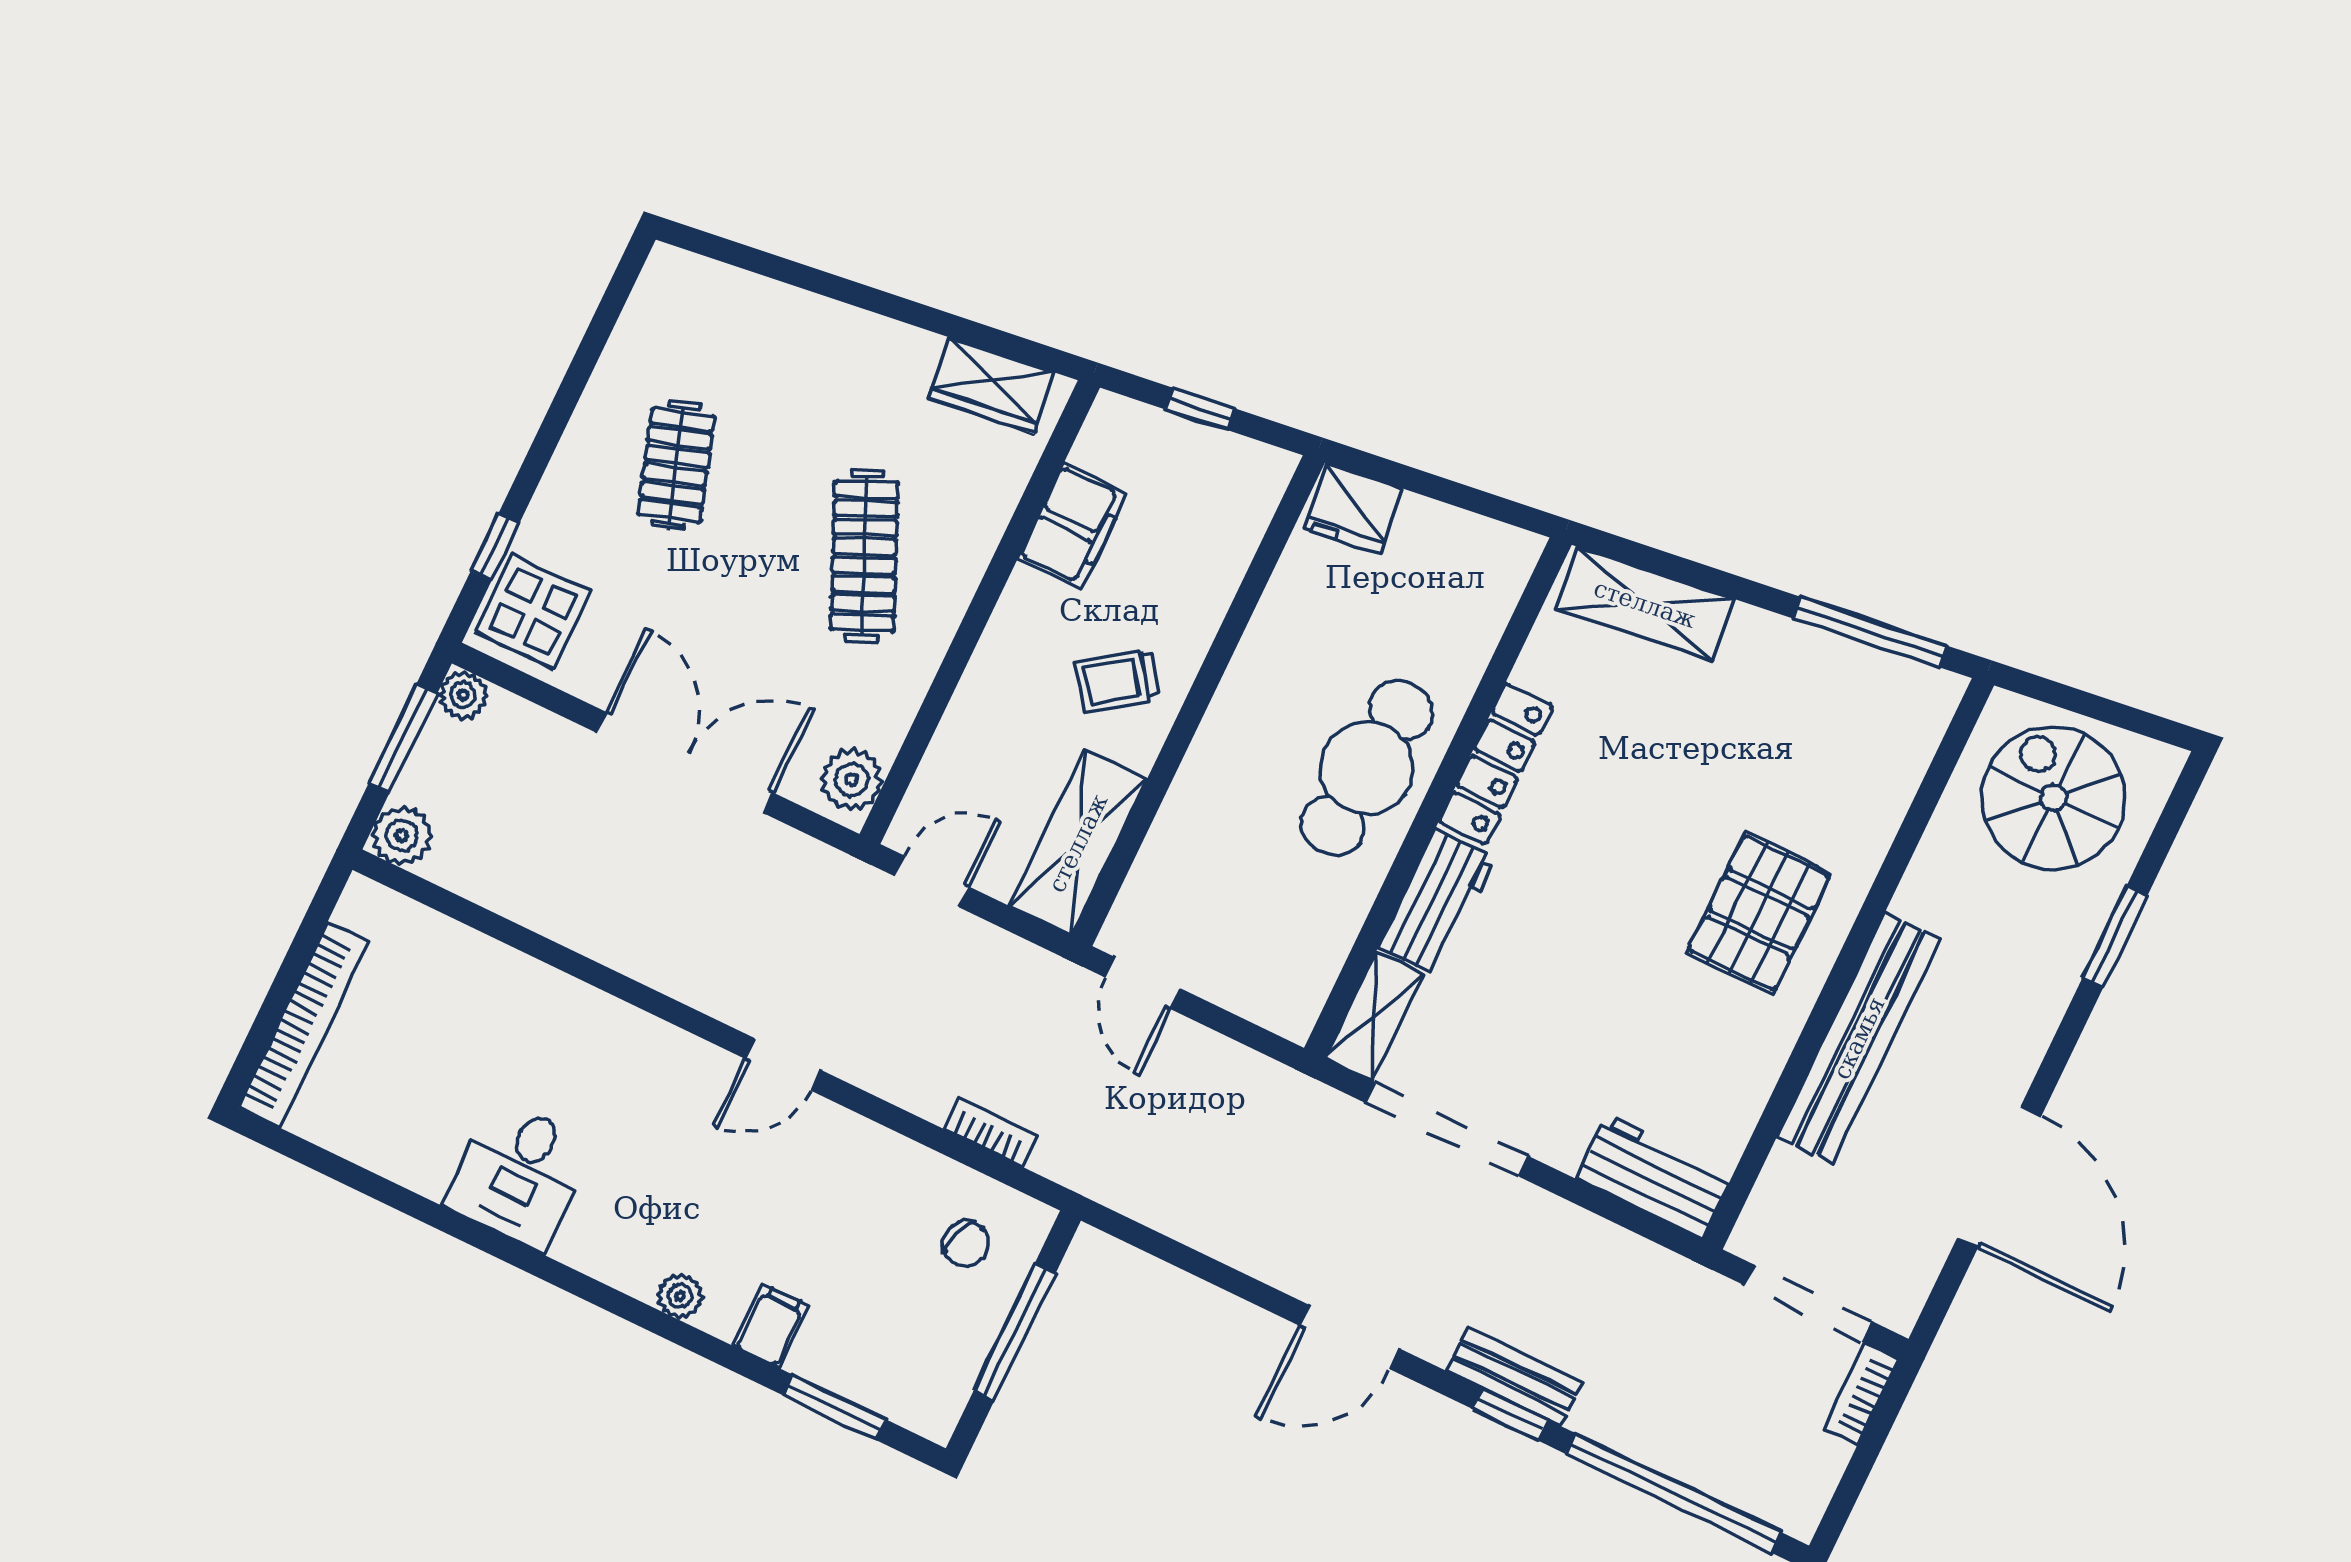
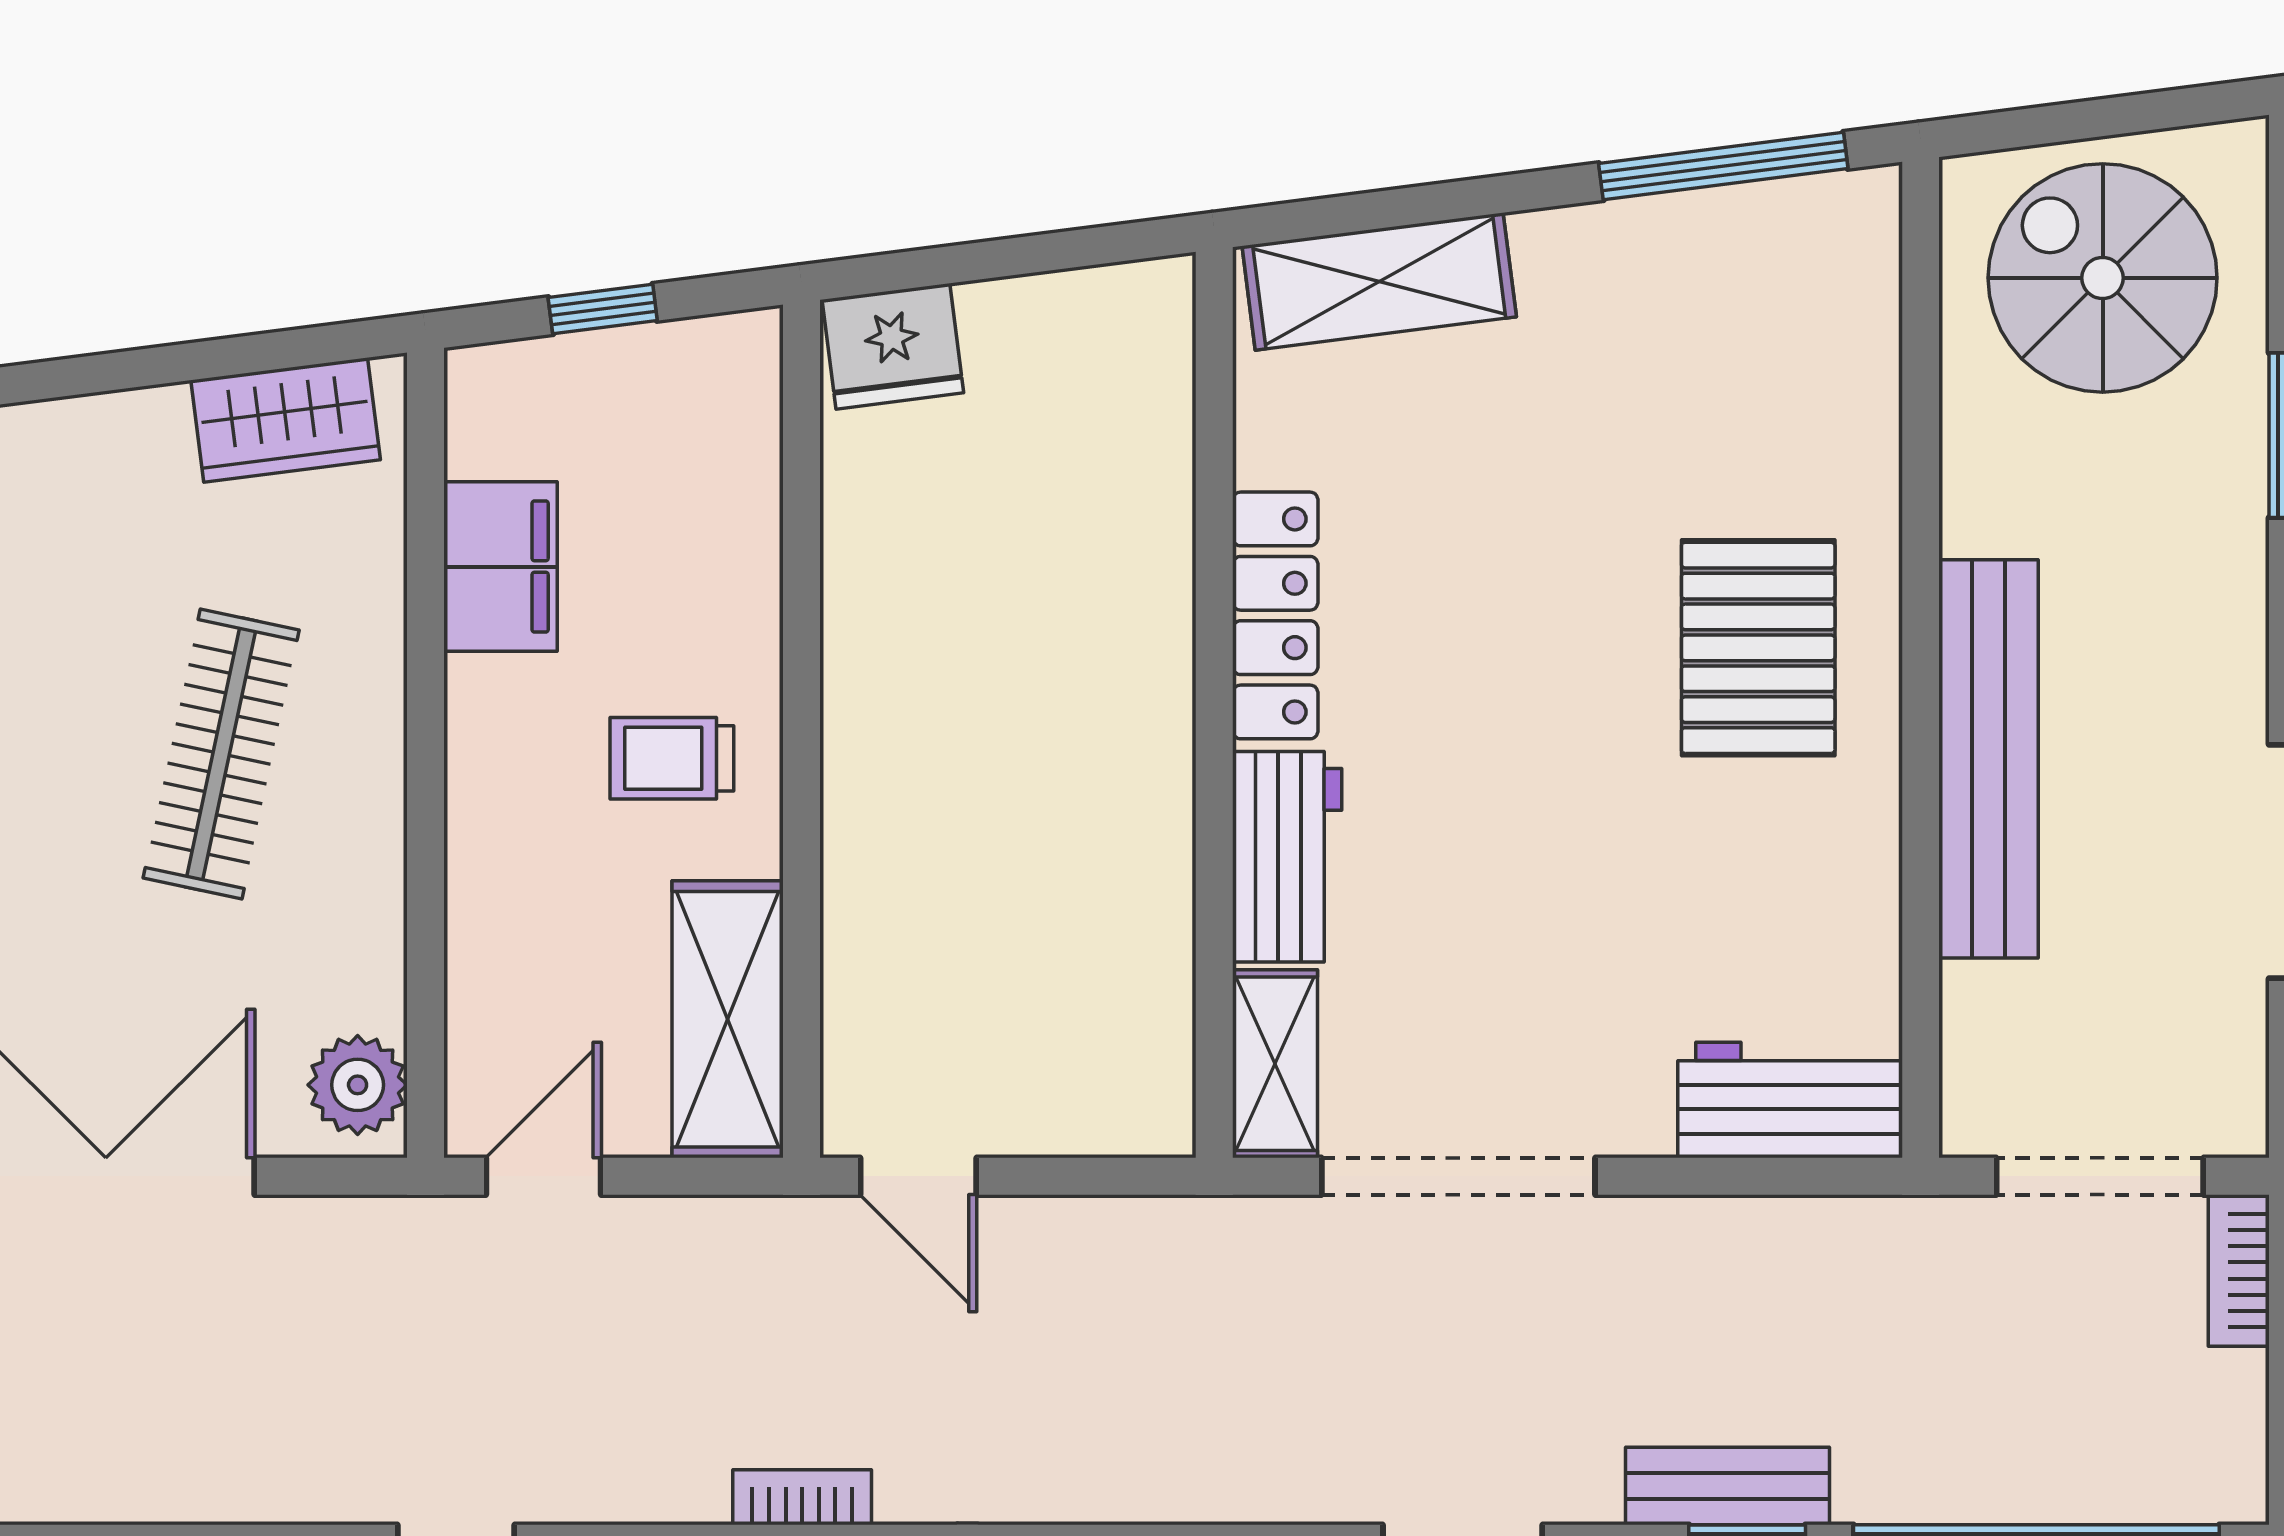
clothes rail: (864, 556) -> (221, 754), turned 36
trolley: (1117, 681) -> (672, 758), turned 36
cafe table: (1367, 768) -> (1092, 711), removed

